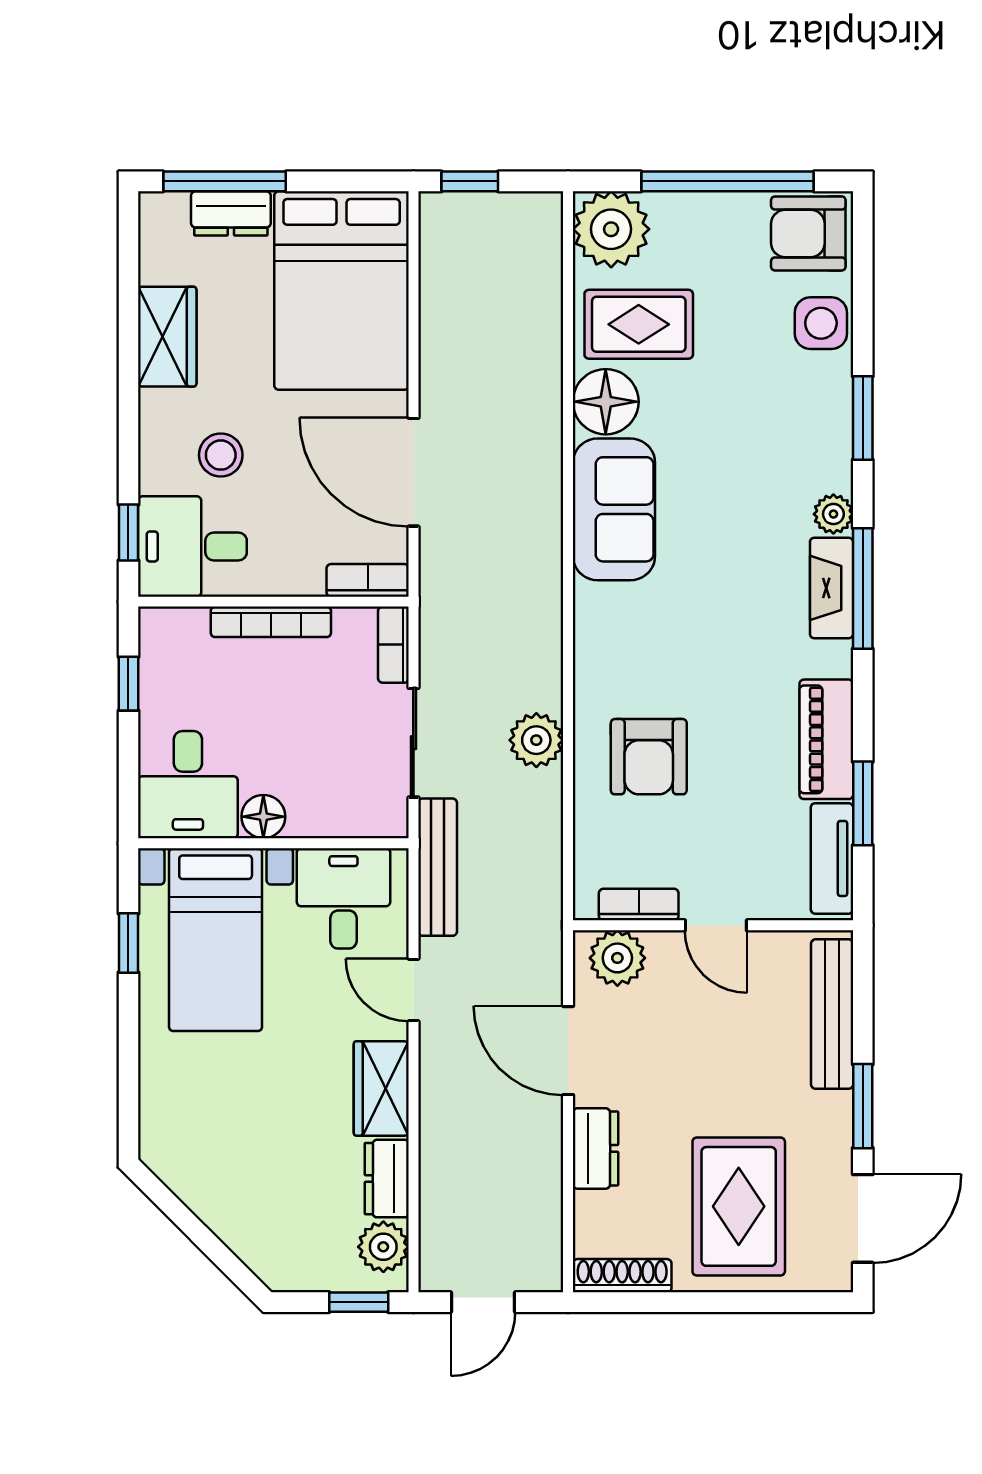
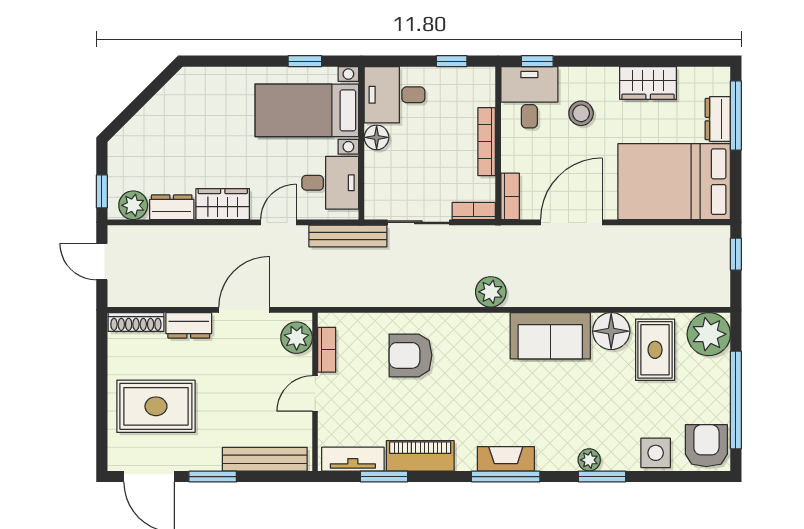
plant: (833, 514) -> (589, 460), moved
plant: (536, 740) -> (491, 292), moved
shoe rack: (622, 1276) -> (136, 322), moved, turned 90

